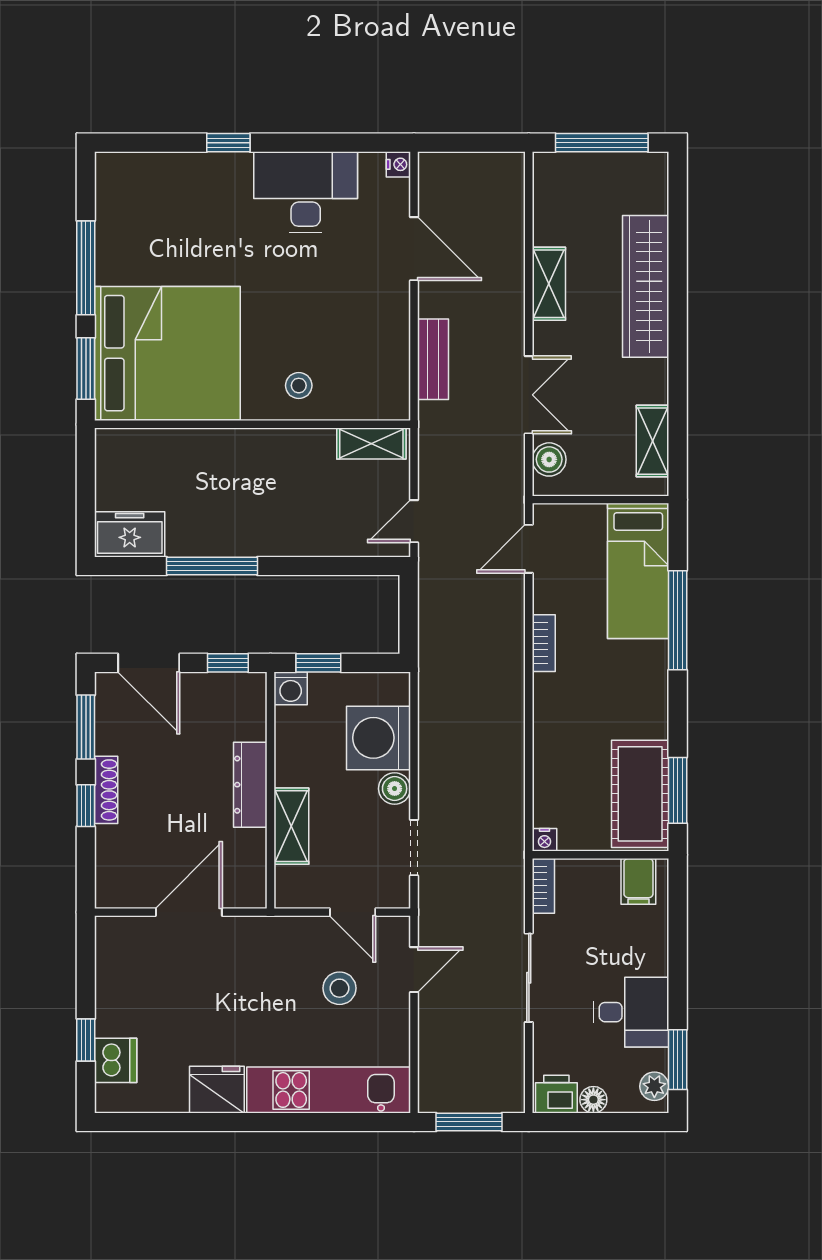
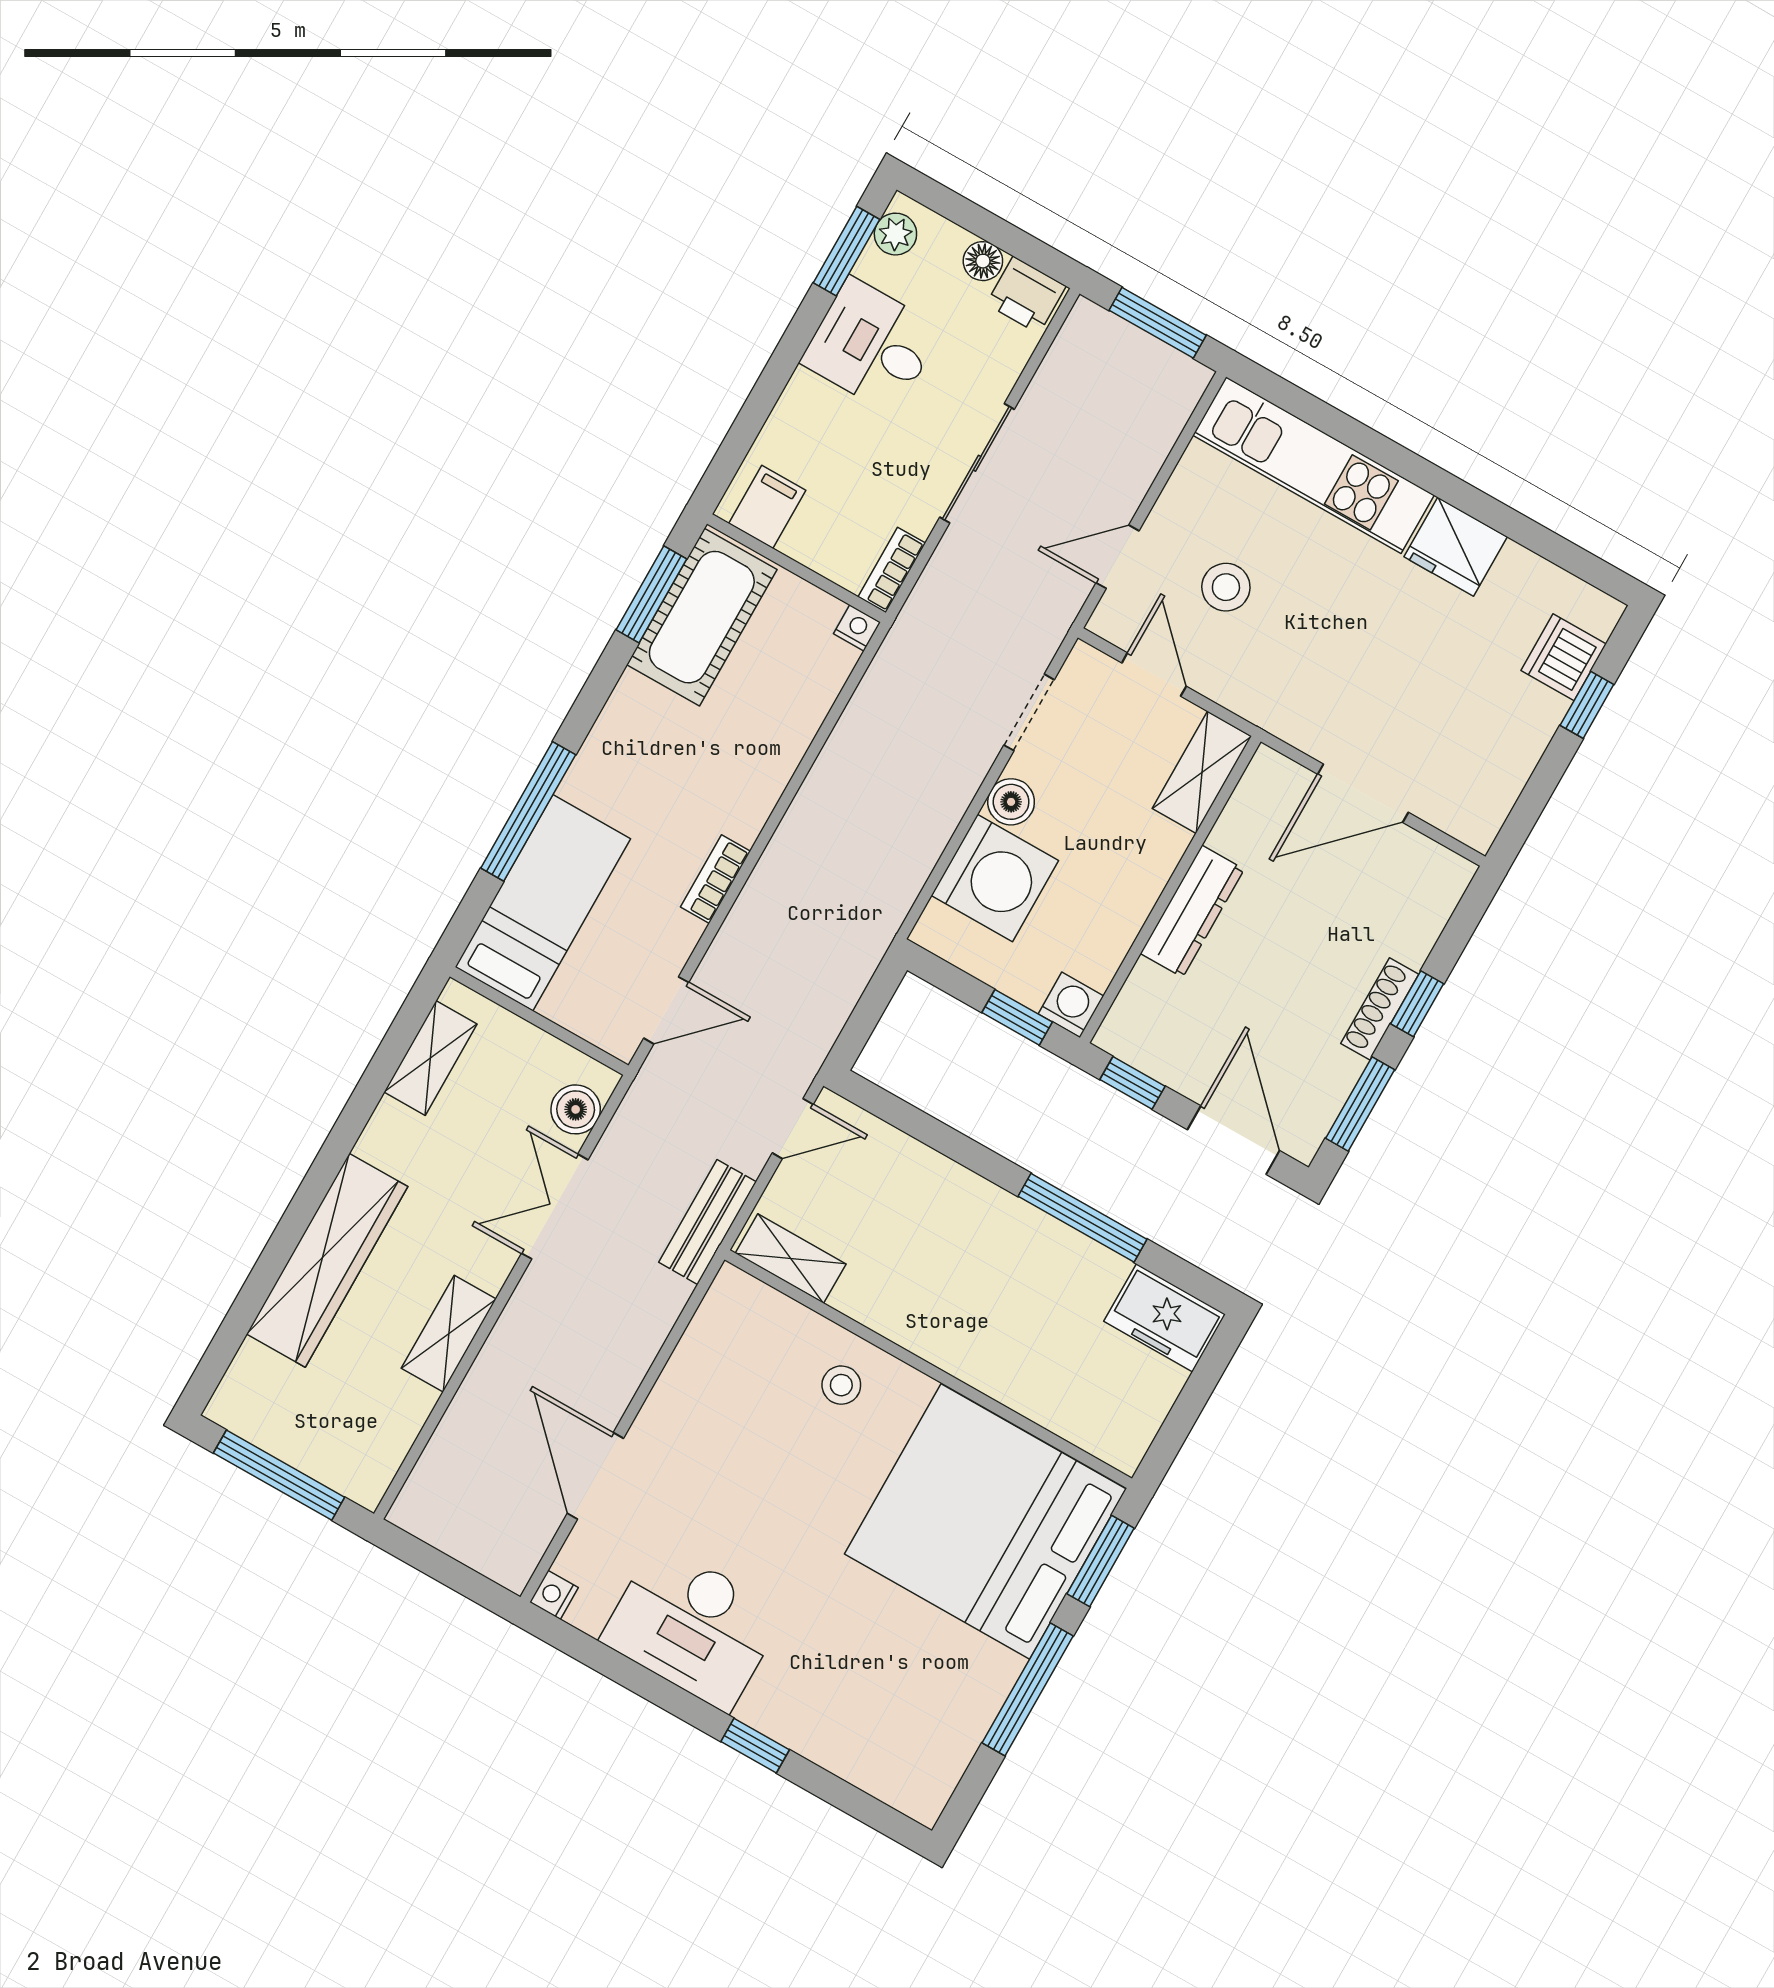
bench: (433, 359) -> (707, 1222), moved
shelving: (291, 826) -> (1202, 772), moved

